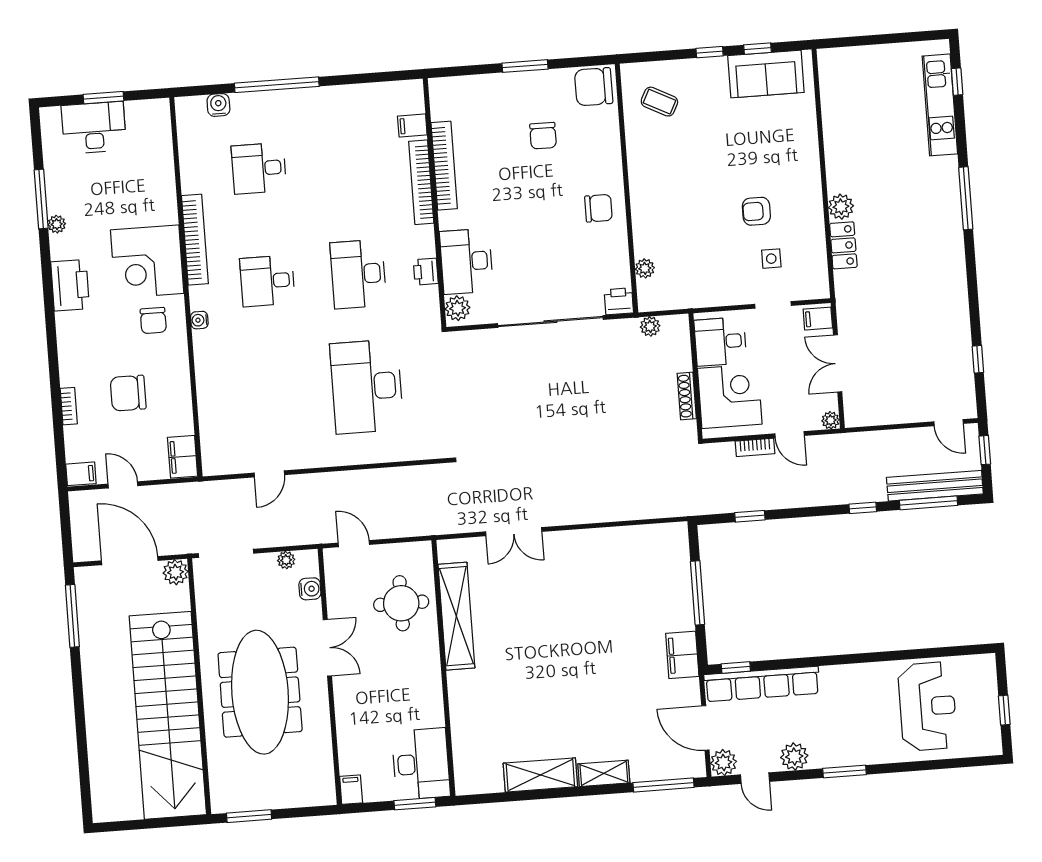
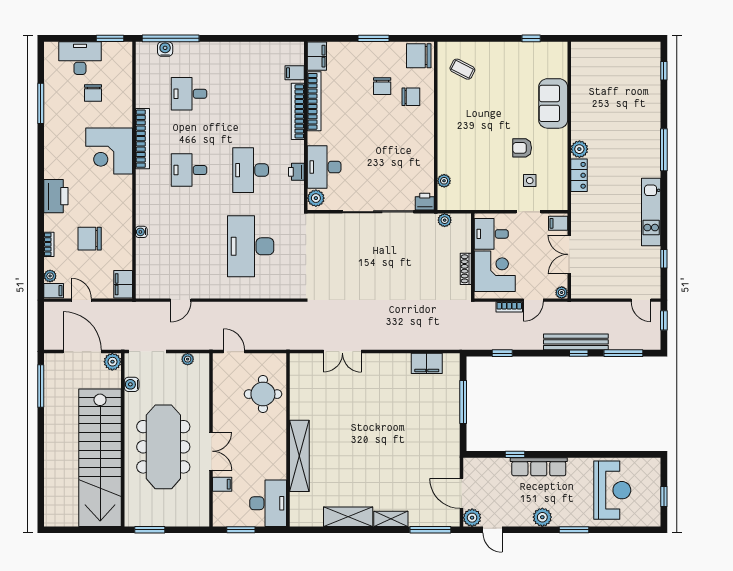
window: (710, 52) -> (499, 38), removed
sofa: (766, 74) -> (553, 103), moved, turned 90
window: (277, 85) -> (171, 38), moved
window: (103, 98) -> (110, 38), moved
filing cabinet: (443, 99) -> (317, 56), added
kitchen unit: (940, 105) -> (651, 212), moved
chair: (598, 208) -> (411, 97), moved
plant: (57, 224) -> (50, 276), moved
printer: (70, 285) -> (56, 196), moved
water cooler: (199, 320) -> (141, 232), moved
chair: (153, 321) -> (93, 93), moved
door: (790, 435) -> (533, 300), hinge flipped
bench: (935, 486) -> (576, 342), moved
water cooler: (310, 589) -> (132, 384), moved, turned 180
shelving: (456, 616) -> (299, 456), moved
double door: (327, 648) -> (211, 451), moved
filing cabinet: (682, 655) -> (427, 363), moved, turned -90
window: (736, 668) -> (515, 454), moved
row of seats: (762, 684) -> (539, 467), moved, width x0.73
plant: (794, 757) -> (542, 517), moved
window: (844, 771) -> (574, 530), moved
filing cabinet: (351, 790) -> (222, 484), moved, turned 90
window: (415, 804) -> (241, 530), moved

